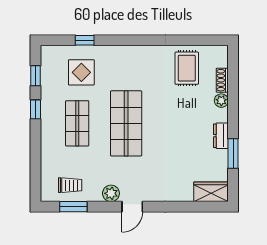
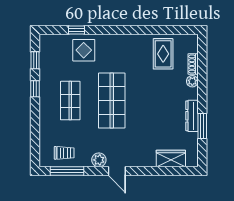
display table: (81, 72) -> (84, 50), moved
dresser: (221, 136) -> (192, 116), width x1.44
wardrobe: (211, 192) -> (171, 158), moved
window: (73, 207) -> (67, 171), width x1.44
door: (132, 207) -> (117, 171), hinge flipped

